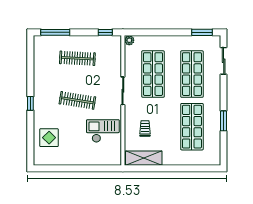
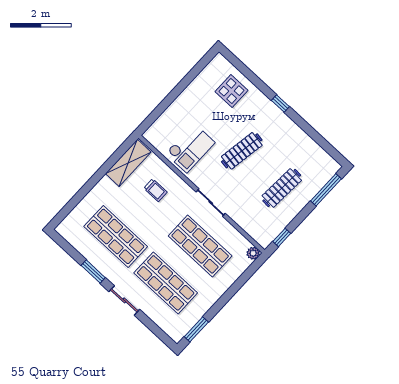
sliding door: (224, 61) -> (124, 300), moved

